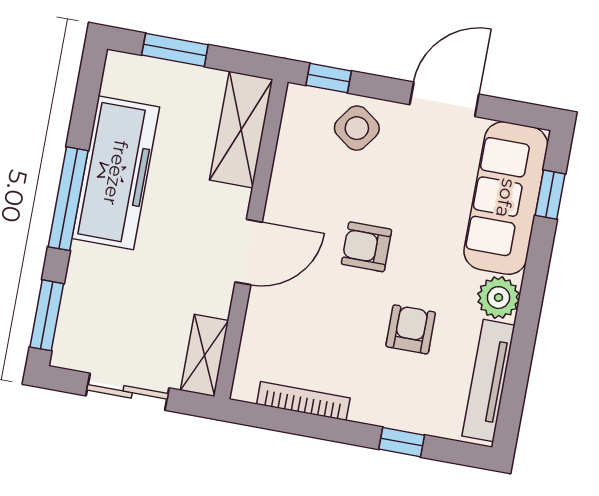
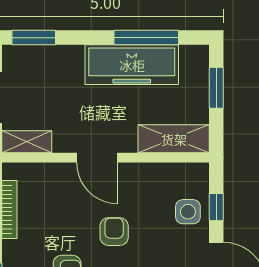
window: (329, 78) -> (216, 207), moved
side table: (357, 128) -> (188, 212), turned -36
window: (68, 199) -> (146, 38), moved

